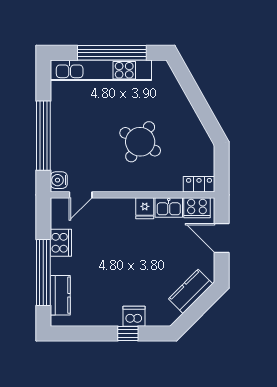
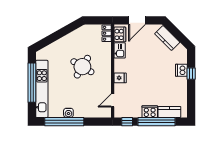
window: (43, 136) -> (64, 122), moved
water cooler: (59, 180) -> (68, 113), moved
door: (81, 195) -> (113, 100), swing flipped
fridge: (145, 208) -> (120, 78), moved
window: (43, 221) -> (127, 122), added
cooker: (61, 243) -> (150, 112), moved

